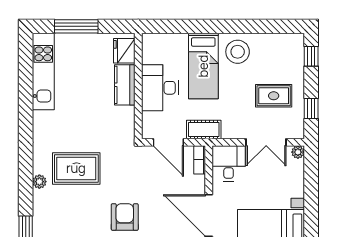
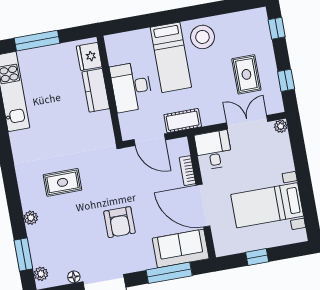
rug: (274, 96) -> (246, 74), turned 90
double door: (266, 142) -> (247, 122), swing flipped
bookcase: (200, 160) -> (187, 171), moved
rug: (76, 168) -> (63, 182), width x0.73, depth x0.70
plant: (39, 182) -> (31, 218), moved
armchair: (125, 217) -> (119, 222), turned 180

